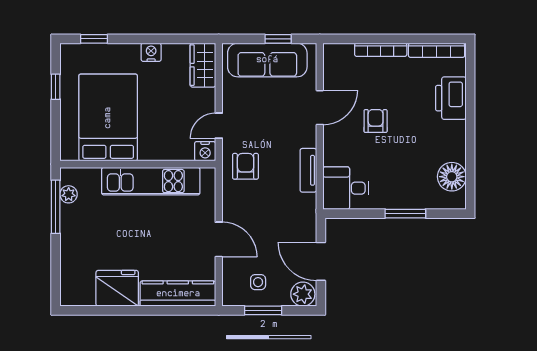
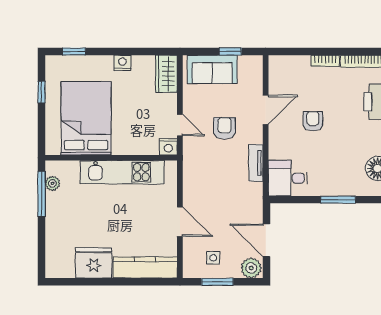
bookcase: (381, 50) -> (325, 61), width x0.64
sofa: (267, 60) -> (212, 69), width x0.73
door: (219, 126) -> (180, 125), swing flipped
armchair: (245, 166) -> (224, 128), moved

